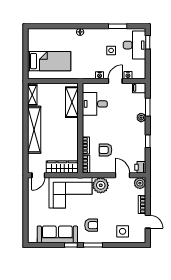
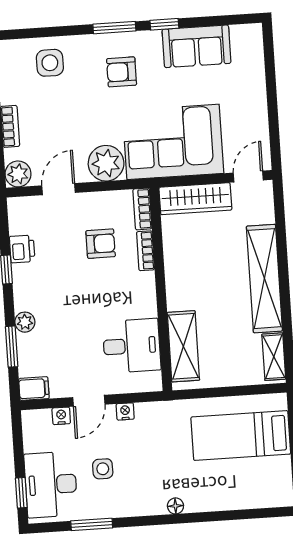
printer: (140, 167) -> (22, 249), moved
door: (122, 175) -> (58, 189), swing flipped
sofa: (57, 234) -> (196, 46), width x0.73

